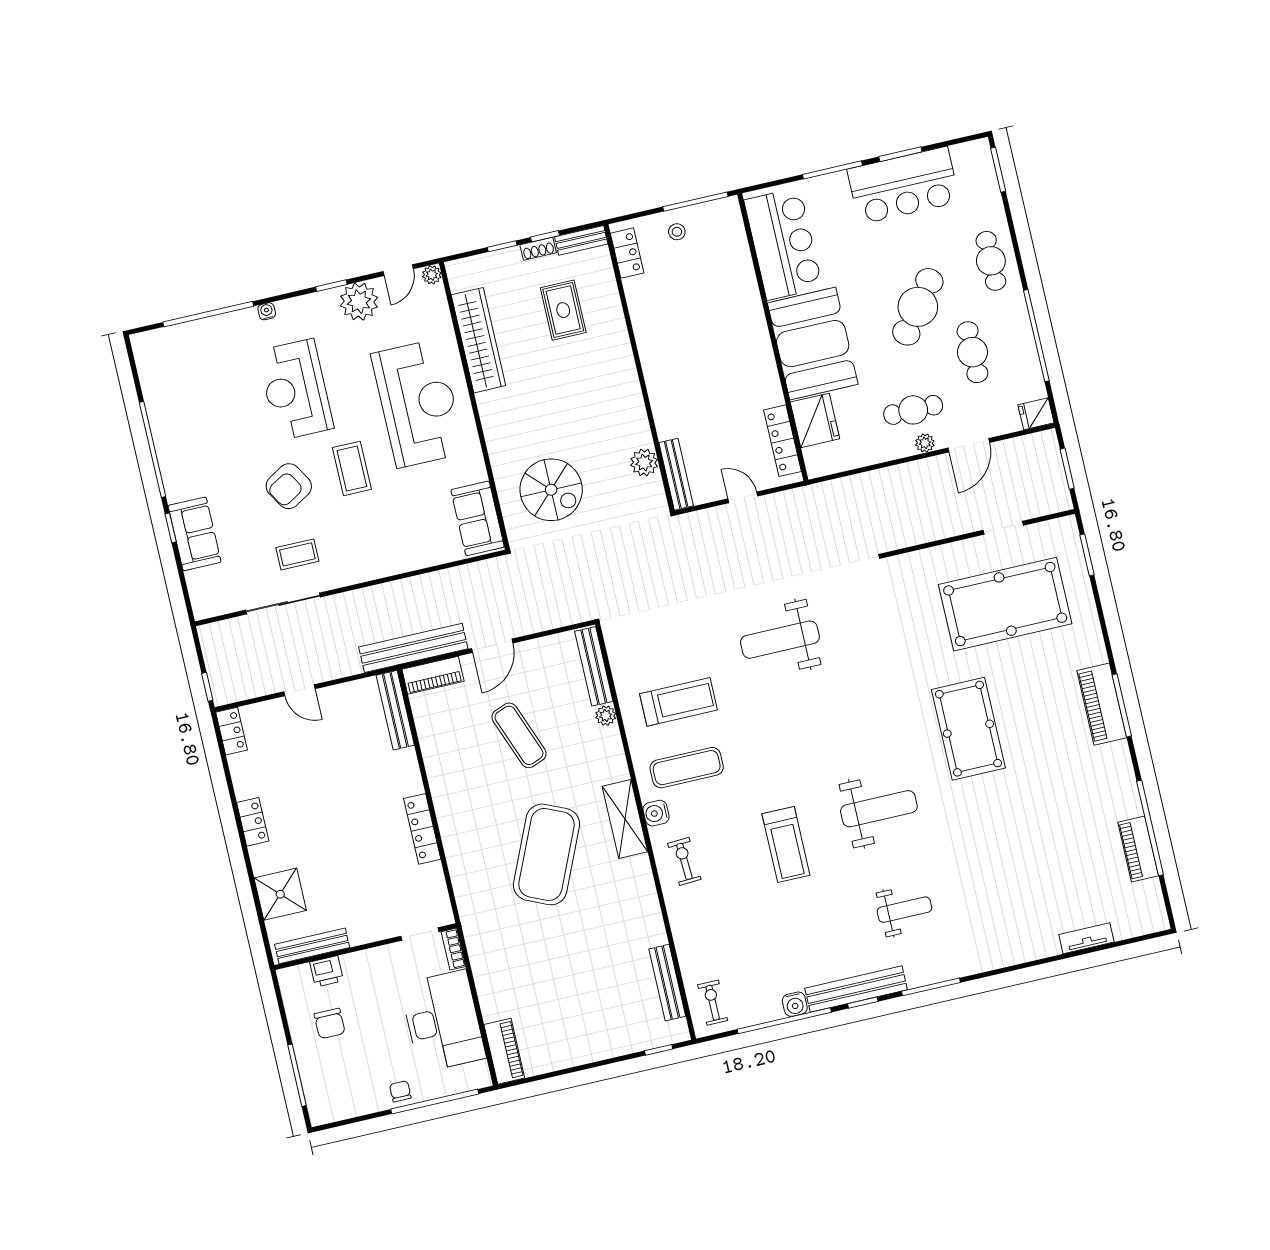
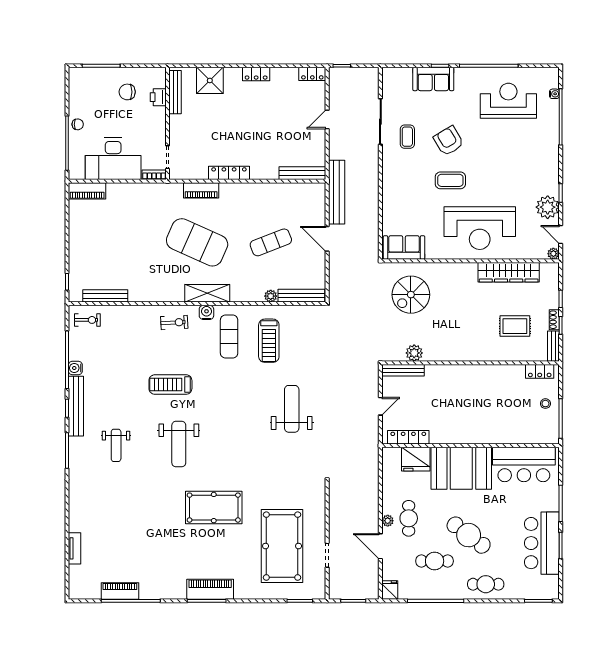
water cooler: (267, 311) -> (554, 94), moved
reception desk: (296, 390) -> (508, 101), moved
piano: (433, 675) -> (201, 190), moved, turned -90

